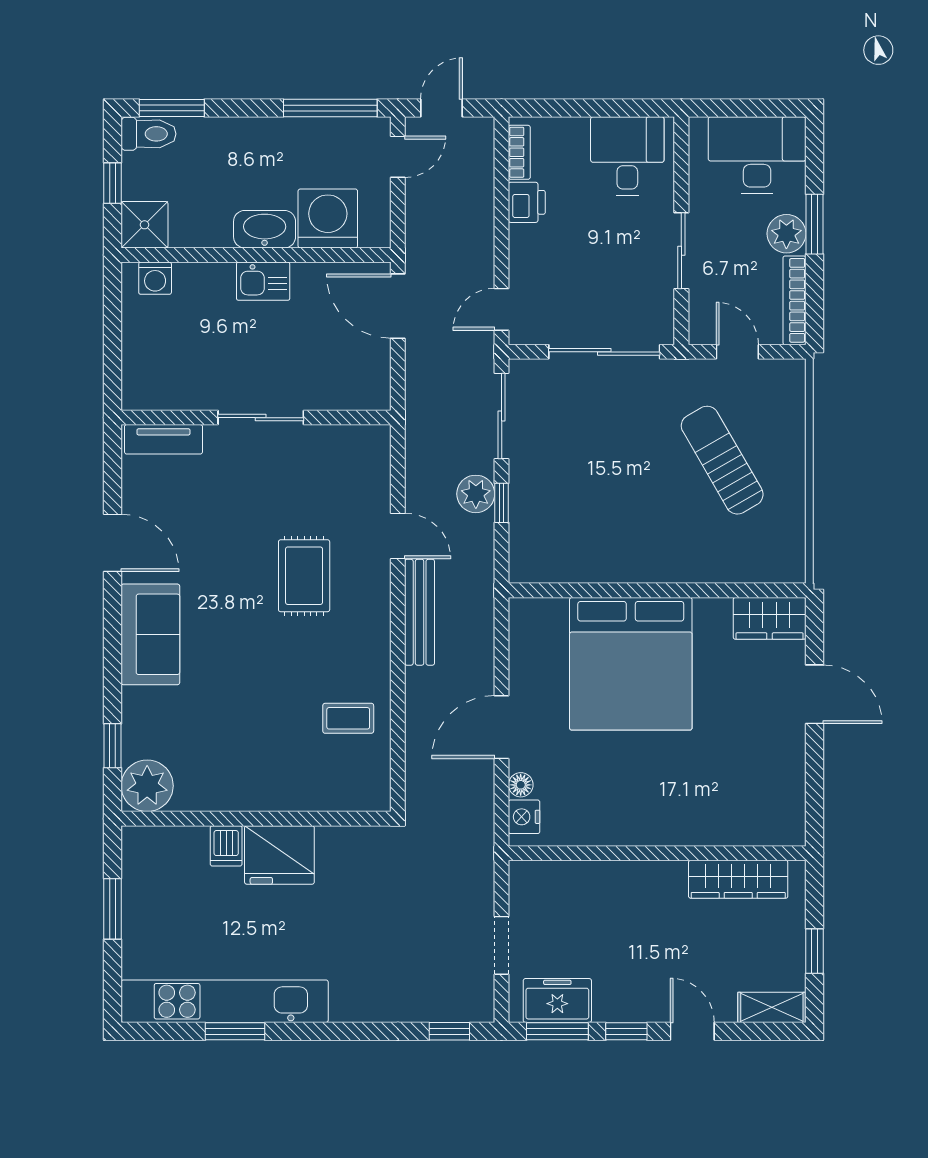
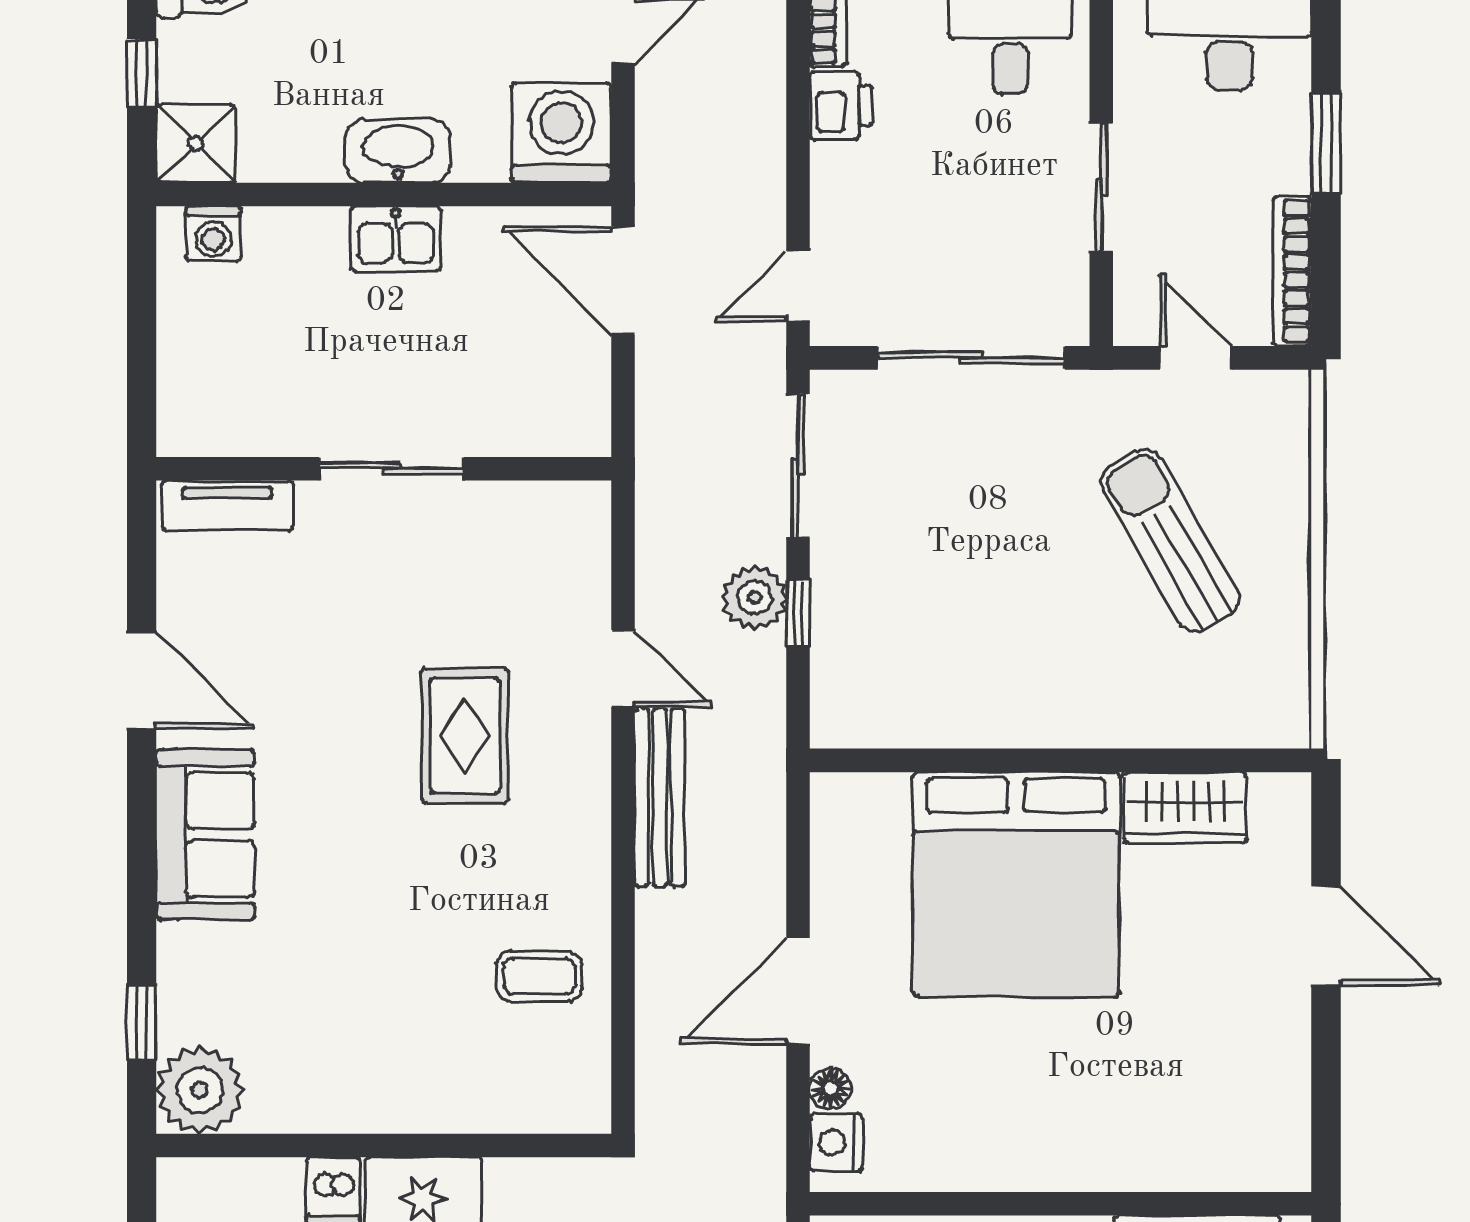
washing machine: (328, 218) -> (561, 133), moved
plant: (786, 234) -> (1279, 159), removed
wardrobe: (770, 618) -> (1185, 808), moved

